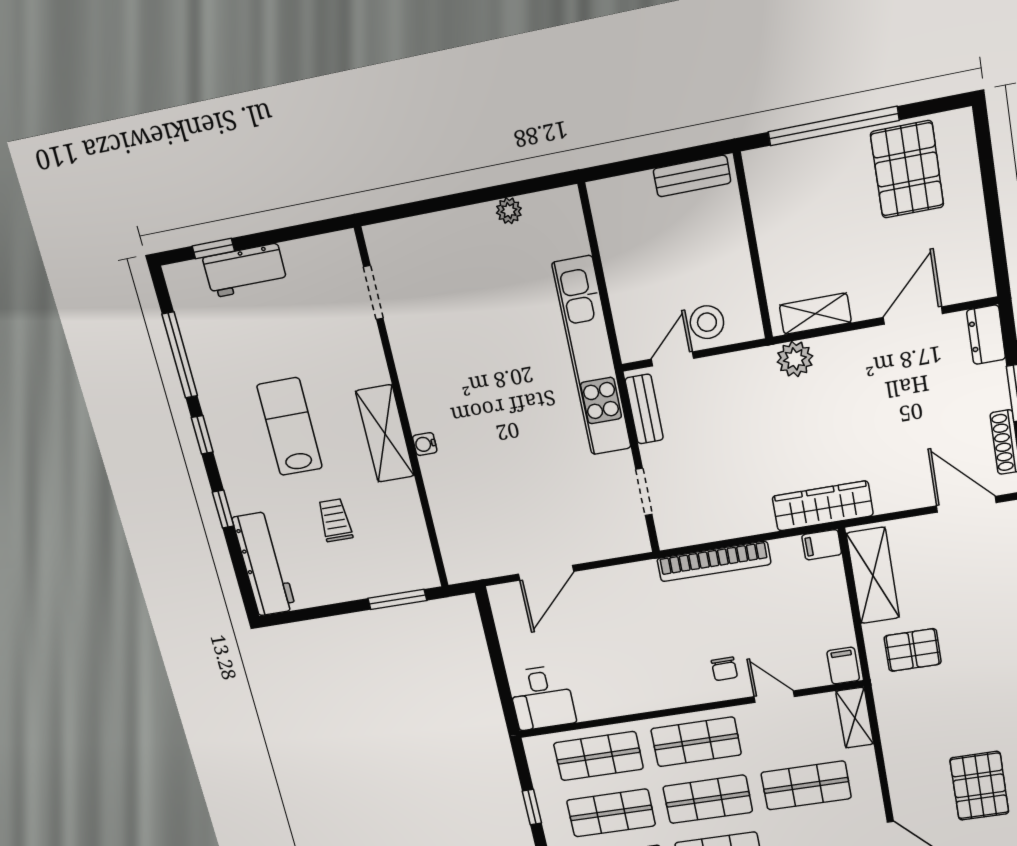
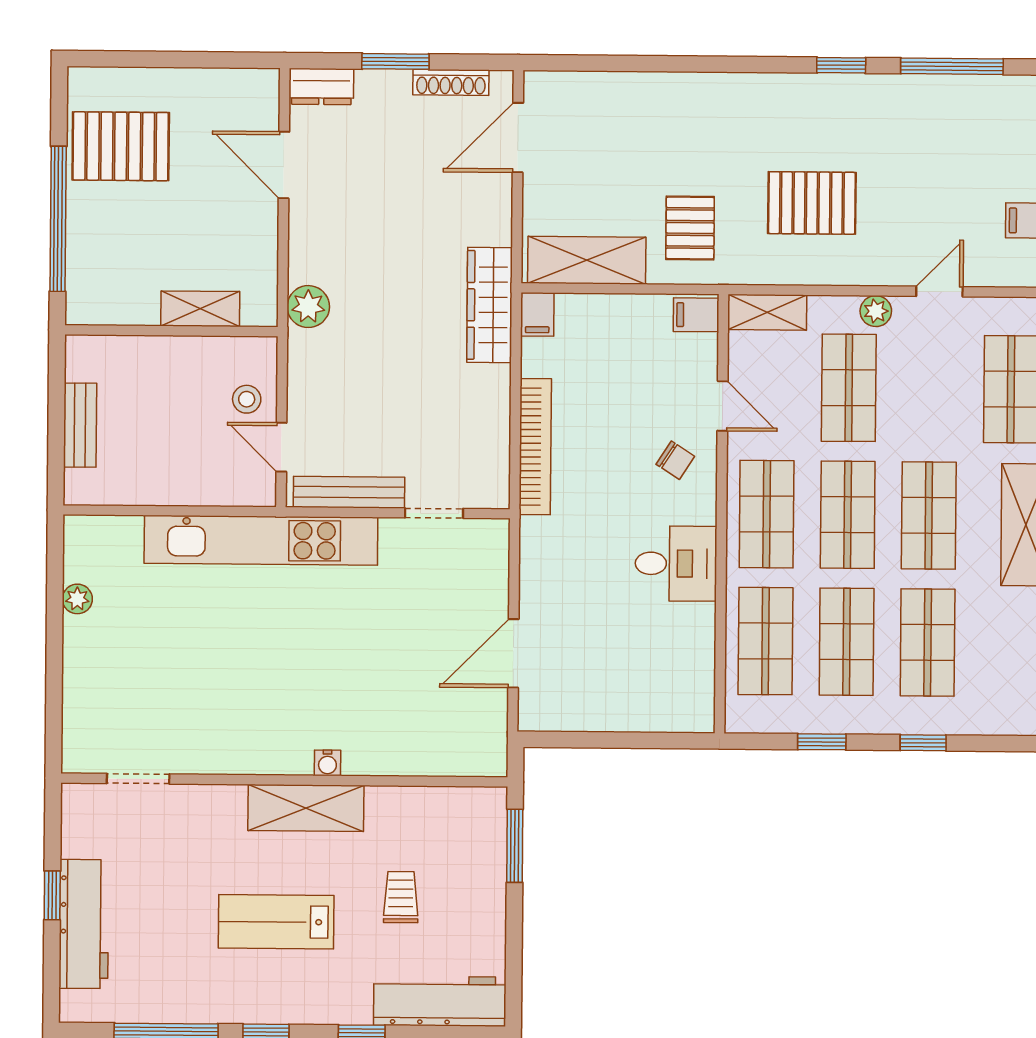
bench: (692, 176) -> (80, 425), moved
window: (213, 249) -> (52, 895), moved
workbench: (245, 271) -> (84, 924), width x1.38
shelving: (815, 314) -> (200, 309), moved, turned 90
stool: (707, 322) -> (247, 399), width x0.73, depth x0.73
bench: (644, 409) -> (349, 492), width x1.36
trolley: (335, 520) -> (401, 897), turned 90
door: (546, 573) -> (513, 653), swing flipped
chair: (724, 669) -> (675, 460), turned 34
door: (774, 697) -> (722, 406), swing flipped
desk: (542, 698) -> (676, 563), moved
pallet: (979, 786) -> (812, 203), moved
plant: (870, 796) -> (876, 311), added

